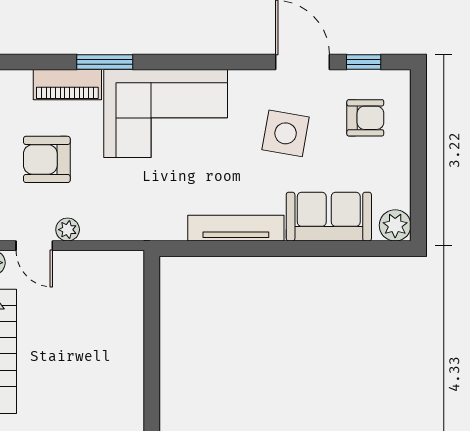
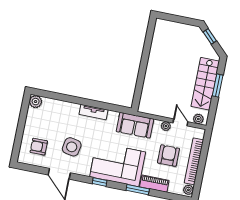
window: (364, 62) -> (100, 182), moved
armchair: (47, 159) -> (168, 156), turned -90
sofa: (329, 217) -> (135, 125), moved
tv unit: (236, 228) -> (93, 112), width x0.71

